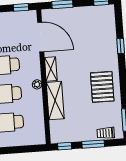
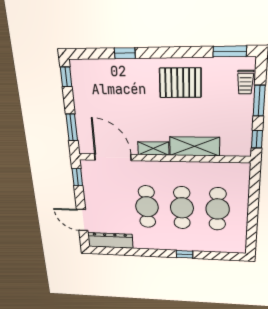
door: (41, 37) -> (113, 157), hinge flipped
plant: (37, 84) -> (172, 167), removed

